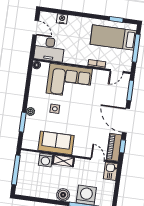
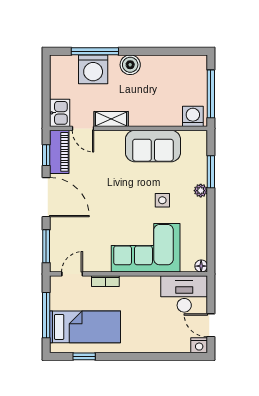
nightstand: (62, 19) -> (199, 345), moved
washing machine: (46, 160) -> (193, 116), moved
shelving: (63, 161) -> (111, 119), moved

